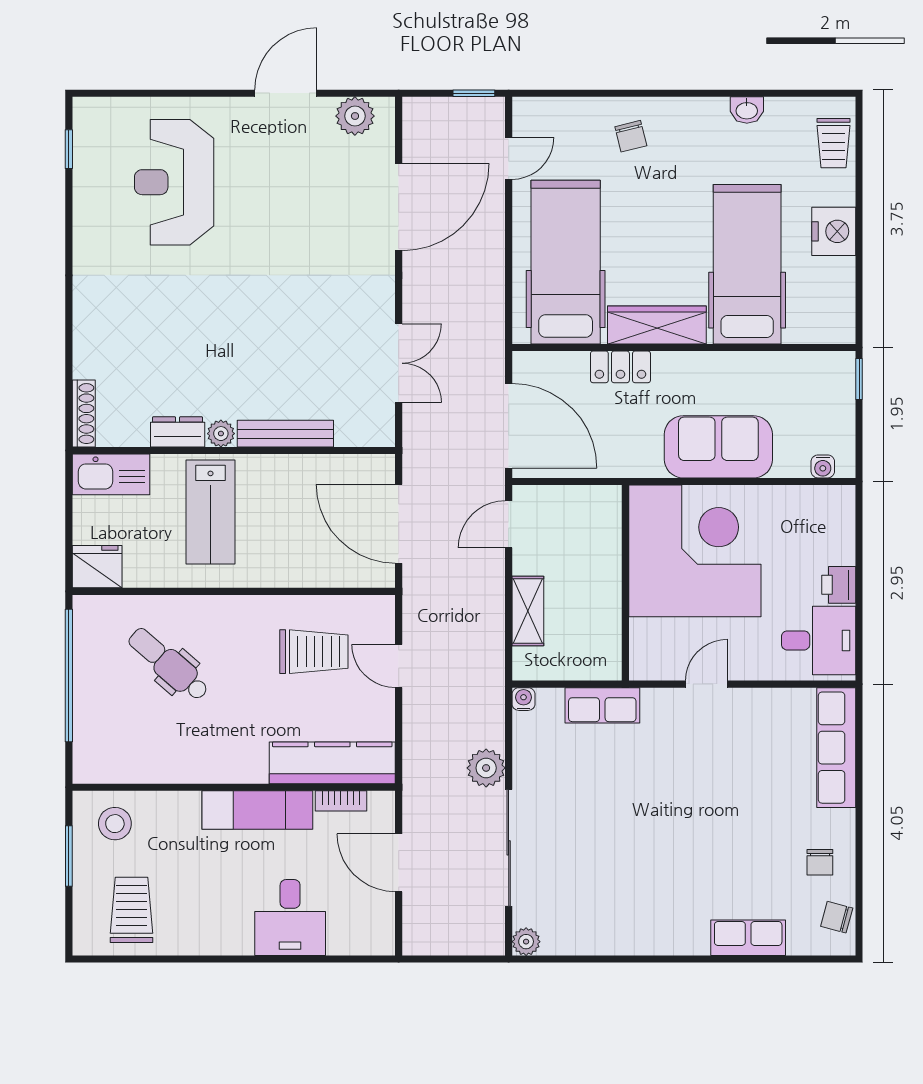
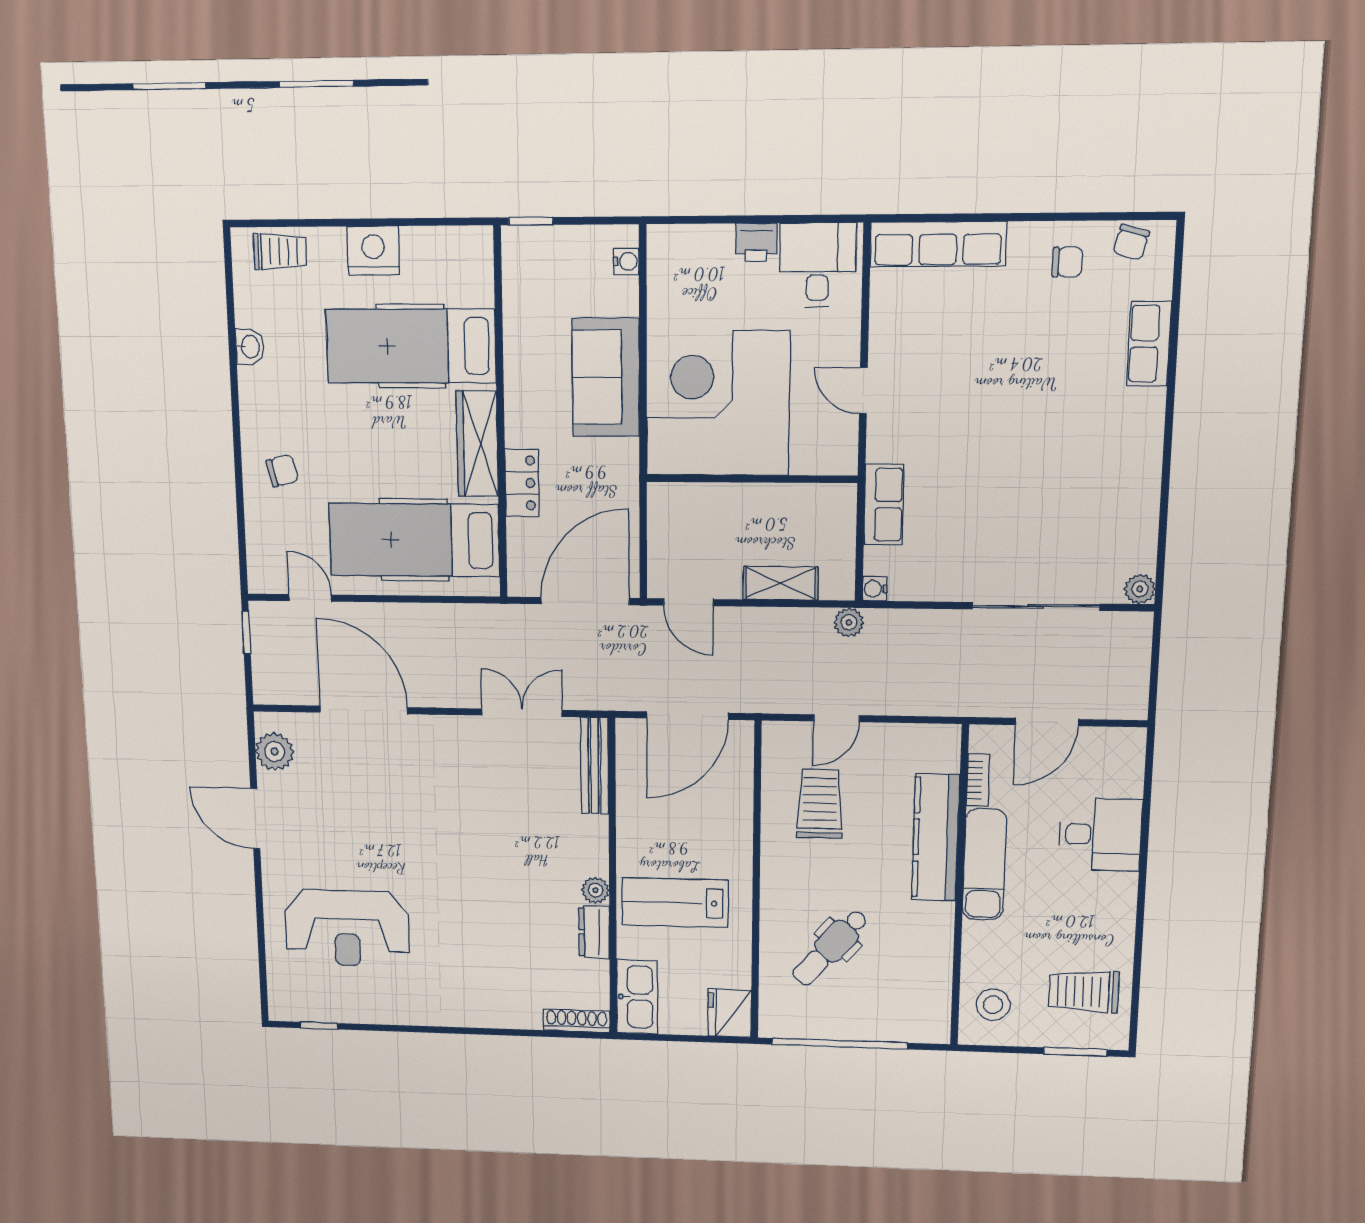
bench: (285, 434) -> (595, 766), moved
lab bench: (210, 512) -> (675, 903), turned 180
kitchen counter: (332, 763) -> (936, 837), moved
plant: (486, 768) -> (849, 622), moved, width x0.73, depth x0.73
window: (69, 856) -> (1075, 1052), moved

